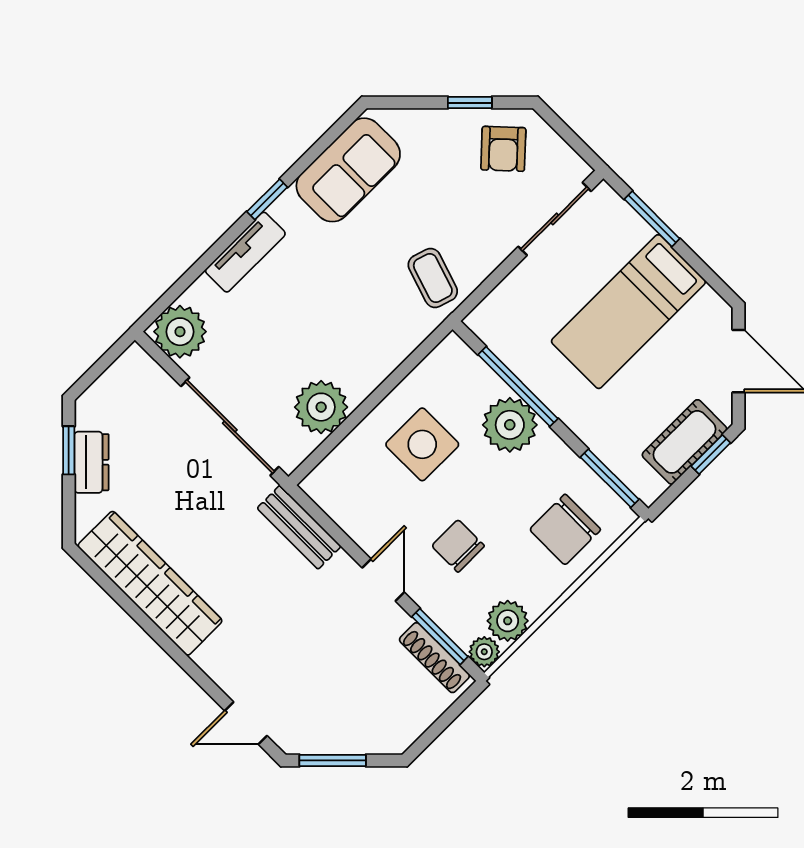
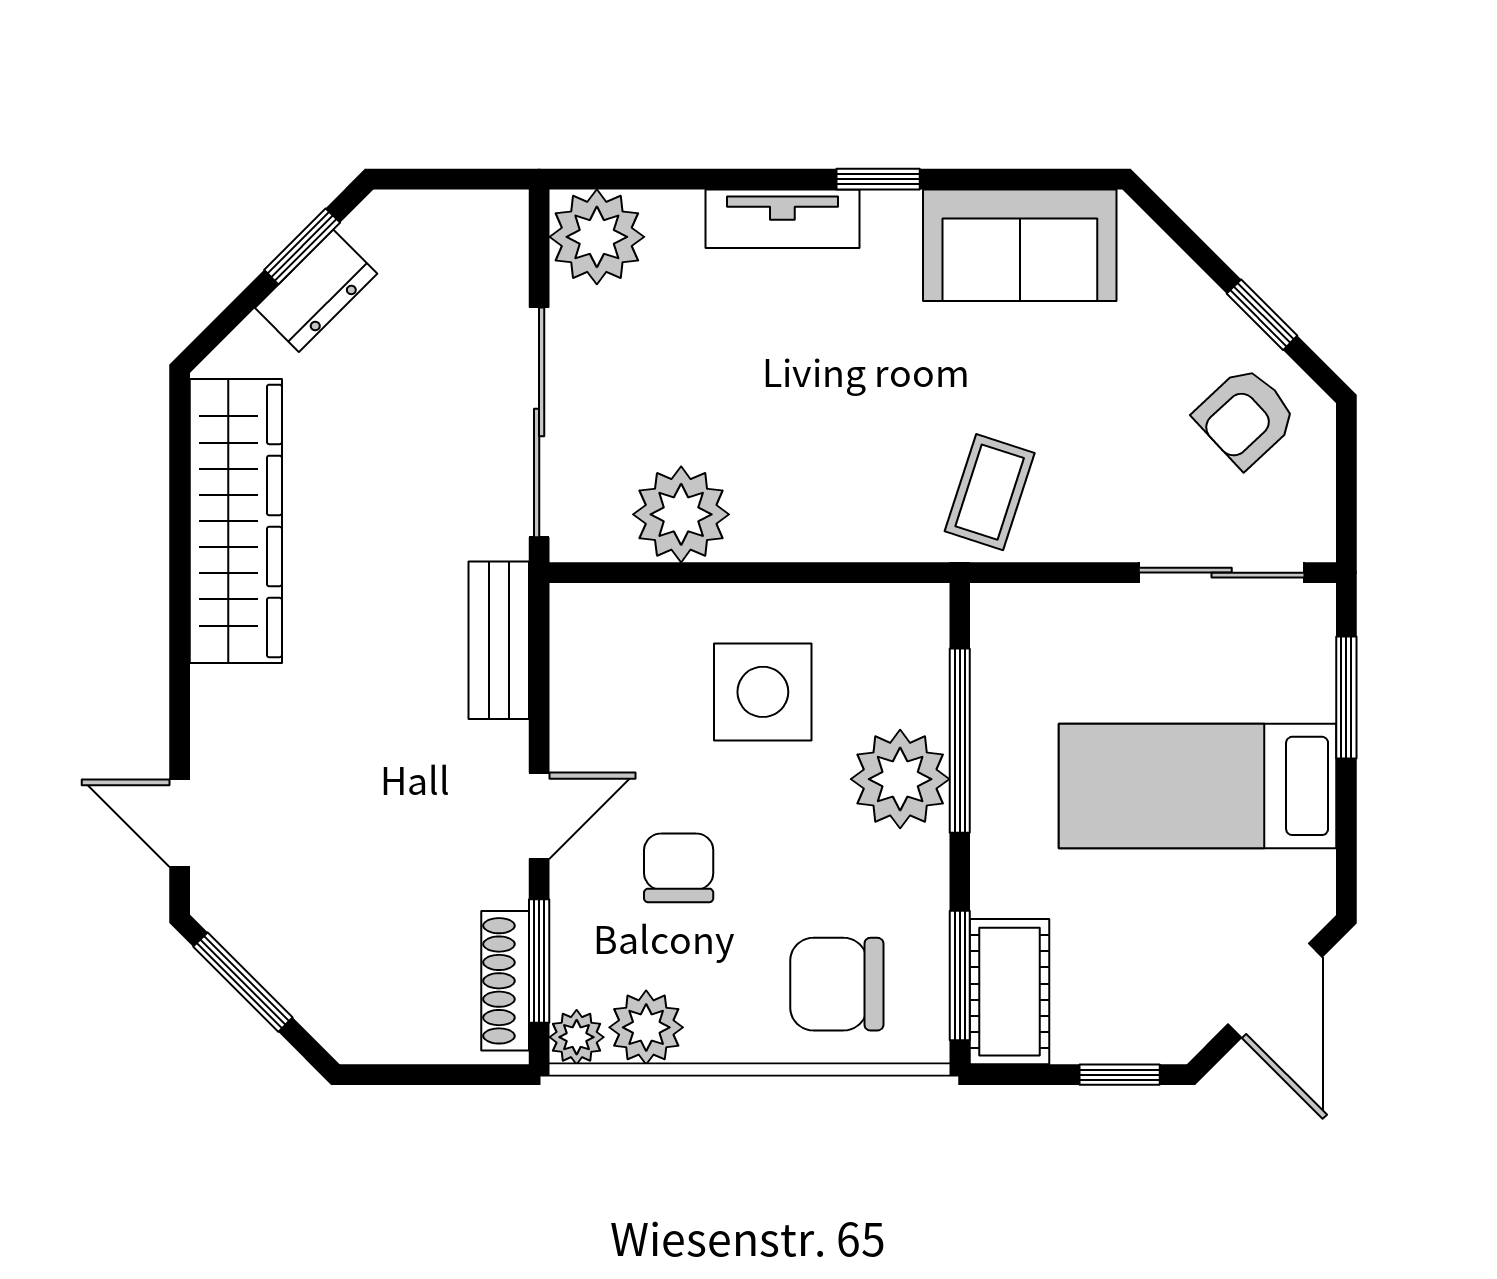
cot: (684, 442) -> (1009, 992), moved, turned 90

